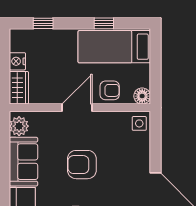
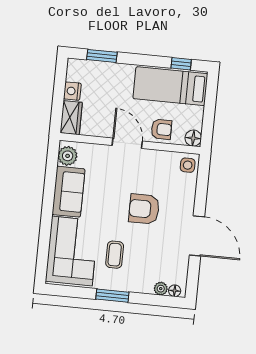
window: (43, 23) -> (102, 56), width x1.50
window: (104, 23) -> (181, 64), moved
door: (77, 108) -> (127, 143), hinge flipped
armchair: (82, 165) -> (144, 209), moved

